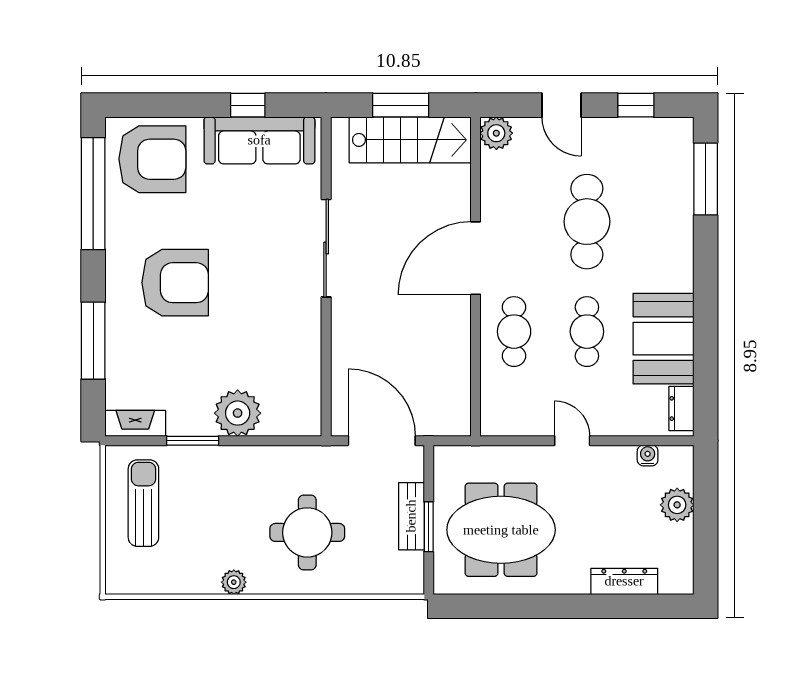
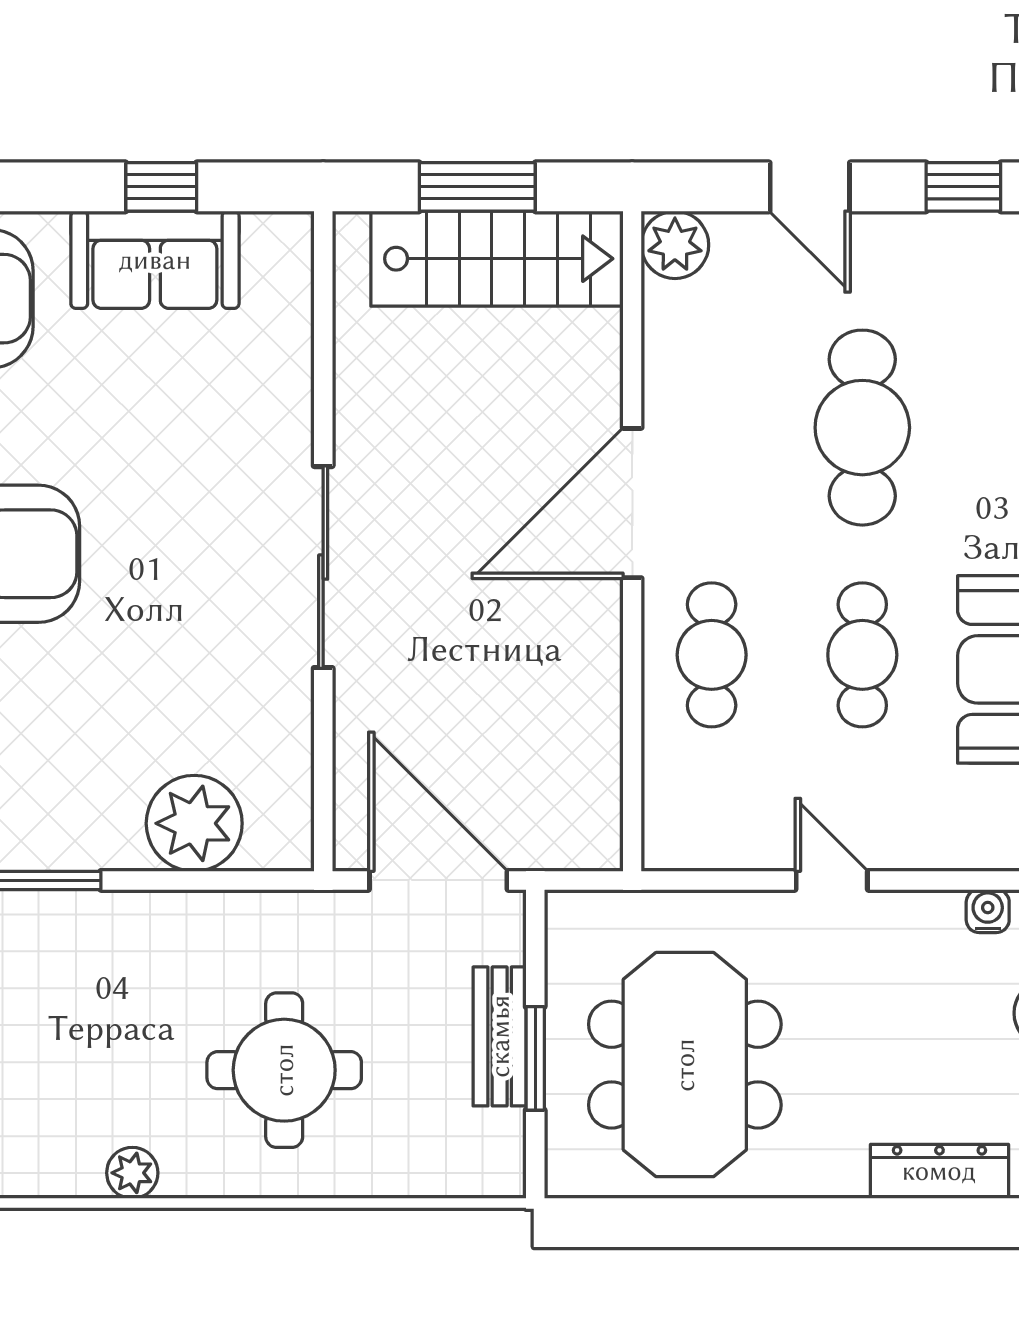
sofa: (259, 140) -> (155, 260), width x0.73
sliding door: (326, 248) -> (323, 567), moved
plant: (238, 413) -> (194, 823), moved
meeting table: (501, 530) -> (685, 1065), turned 90

